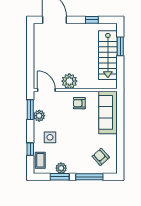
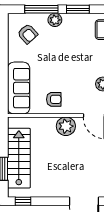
window: (92, 20) -> (23, 201), moved
side table: (50, 137) -> (90, 58), removed
plant: (61, 168) -> (55, 20), moved

